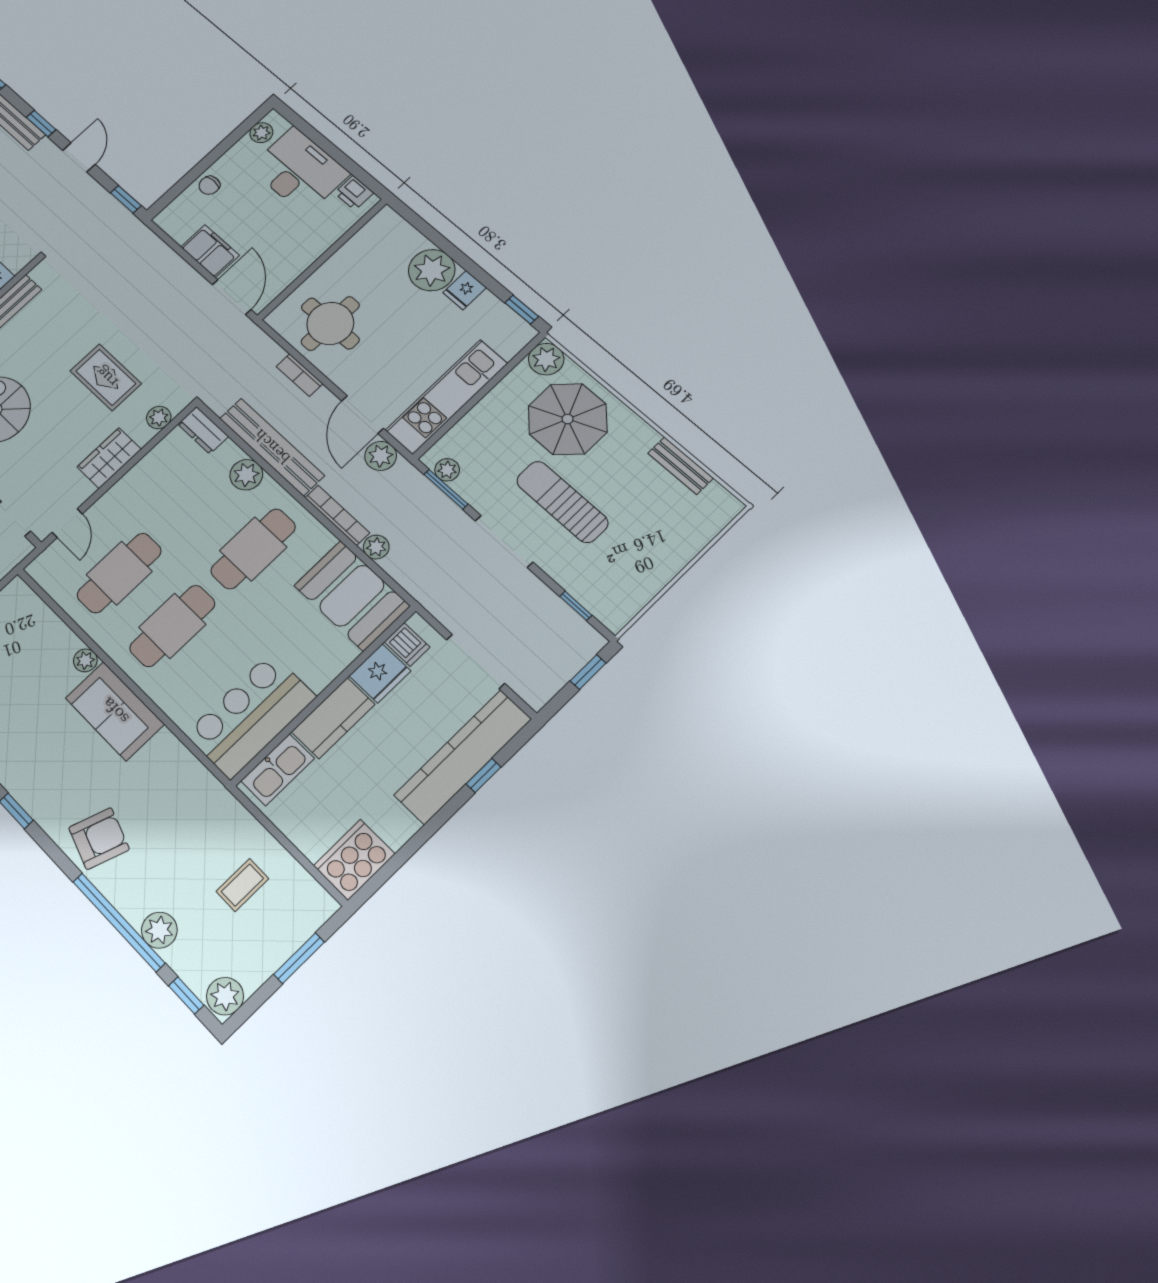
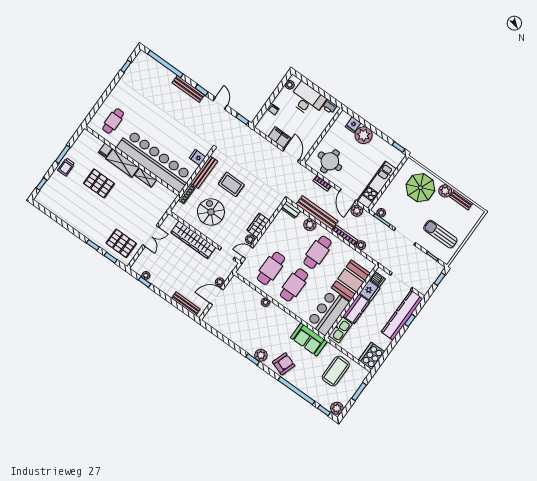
fridge: (465, 290) -> (353, 125), moved
plant: (546, 359) -> (445, 191), moved
rug: (106, 377) -> (231, 184), moved
plant: (159, 418) -> (250, 239), moved
sun lounger: (562, 502) -> (440, 234), moved
door: (67, 523) -> (248, 252), swing flipped
booth: (352, 596) -> (351, 281), moved, turned 90
sofa: (115, 711) -> (309, 340), moved
coffee table: (242, 885) -> (336, 371), width x1.86, depth x1.72
plant: (159, 930) -> (261, 355), moved

